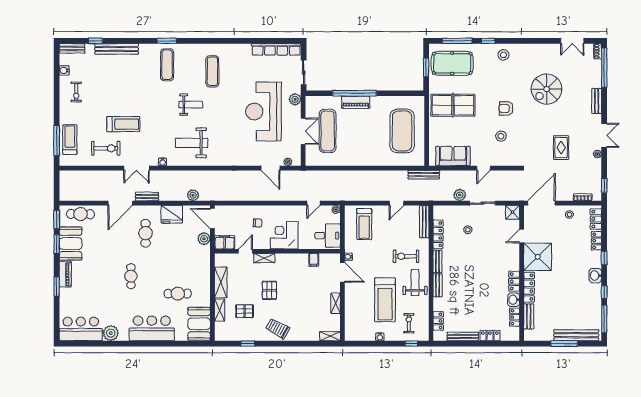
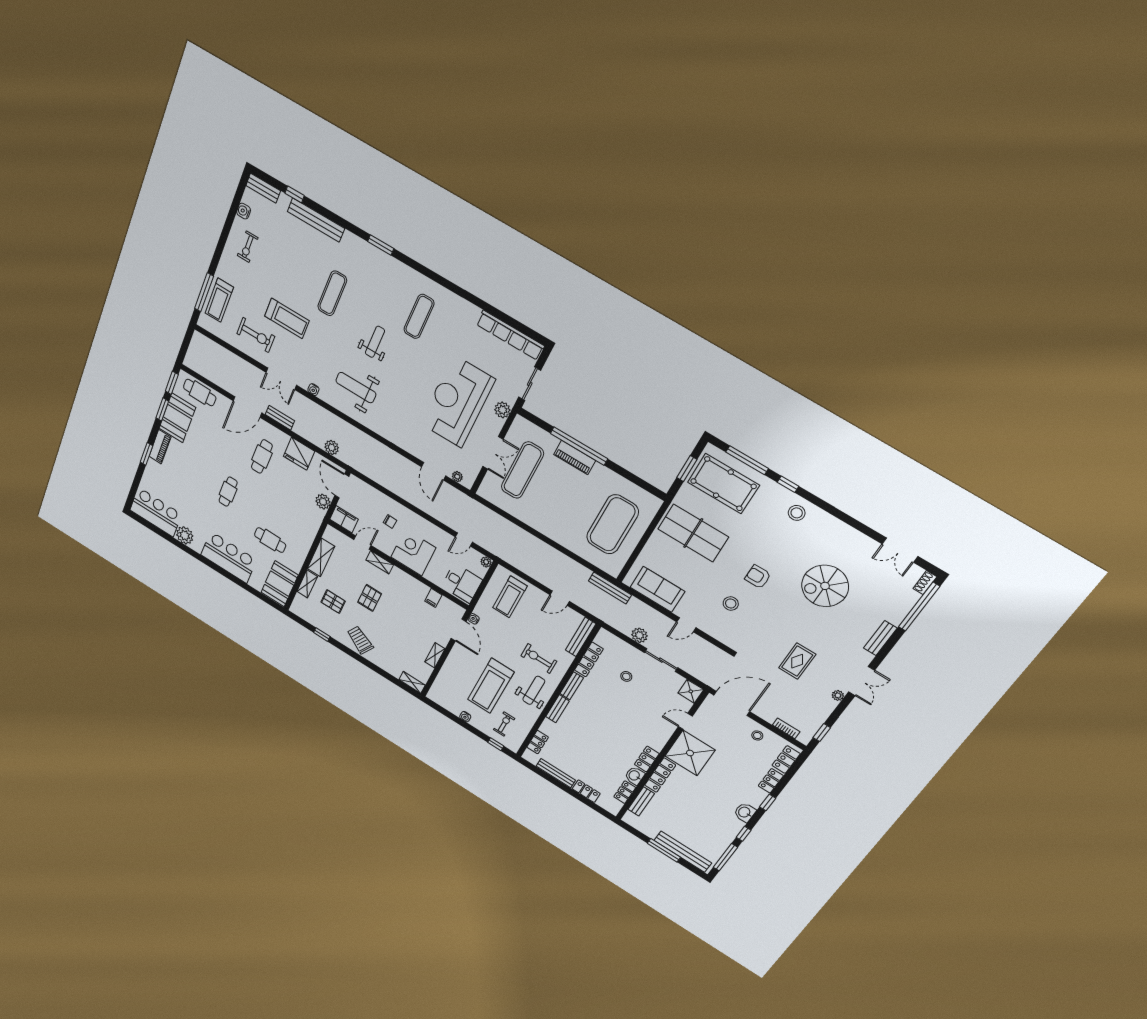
exercise mat: (167, 65) -> (332, 293), moved
weight bench: (191, 105) -> (375, 342), turned -90
treadmill: (70, 140) -> (219, 300), turned 180

